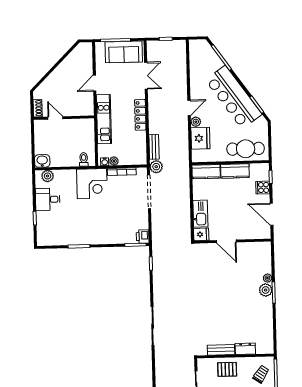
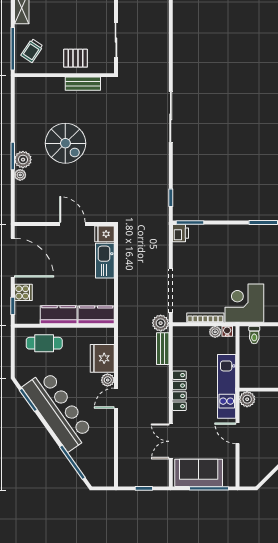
door: (95, 83) -> (238, 433), swing flipped
plant: (88, 110) -> (247, 399), added
cafe table: (246, 149) -> (44, 343), width x0.73, depth x0.74
door: (272, 214) -> (13, 258), width x1.36
spiral stairs: (233, 303) -> (65, 143), added
dresser: (245, 349) -> (51, 84), removed

